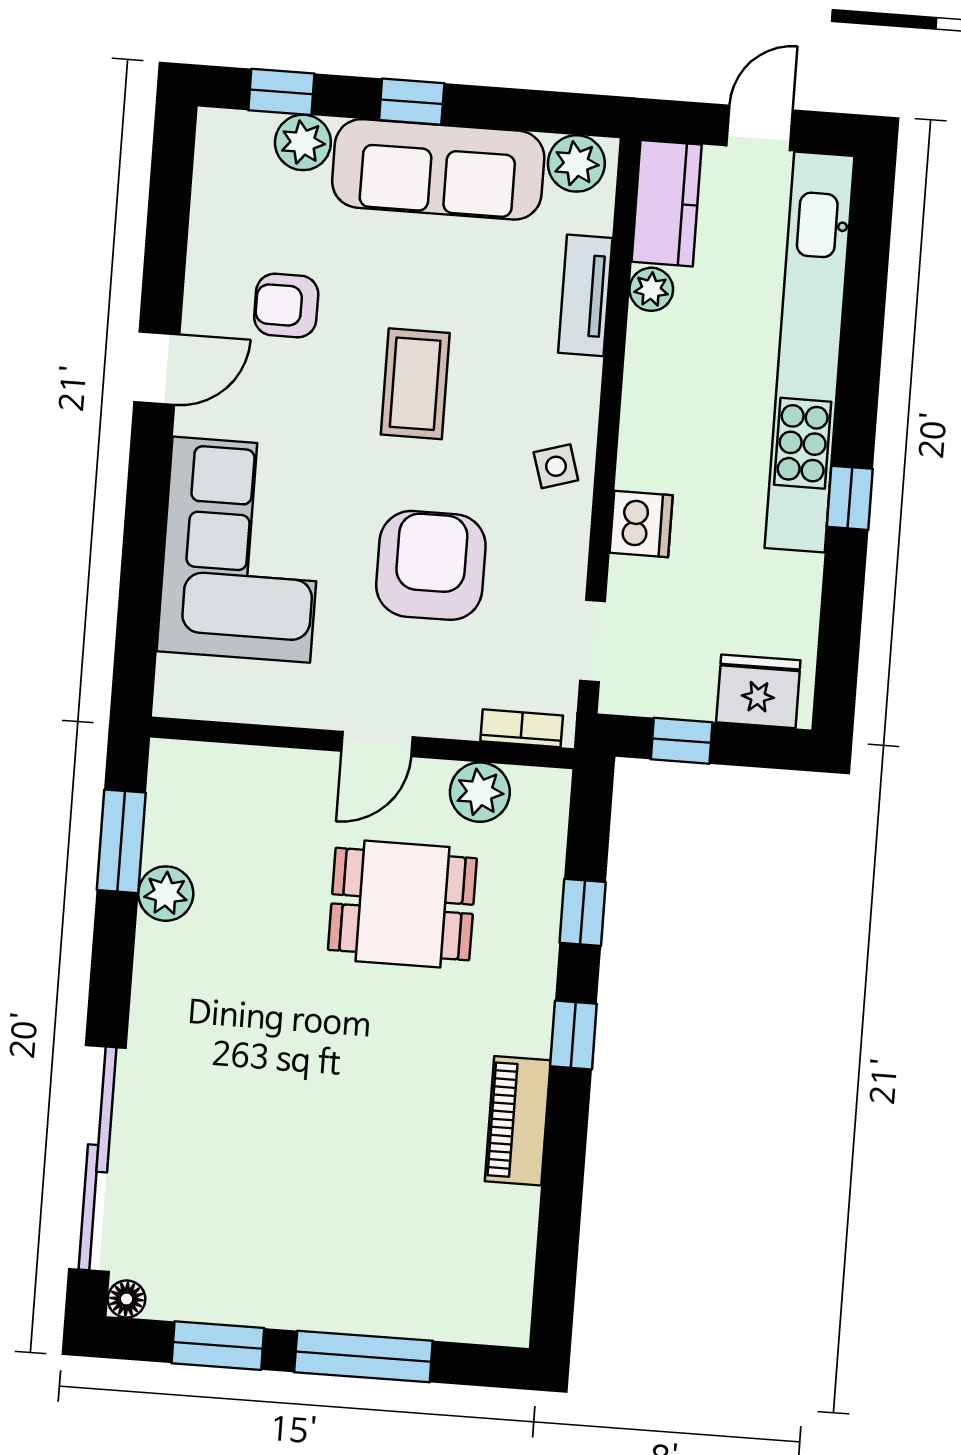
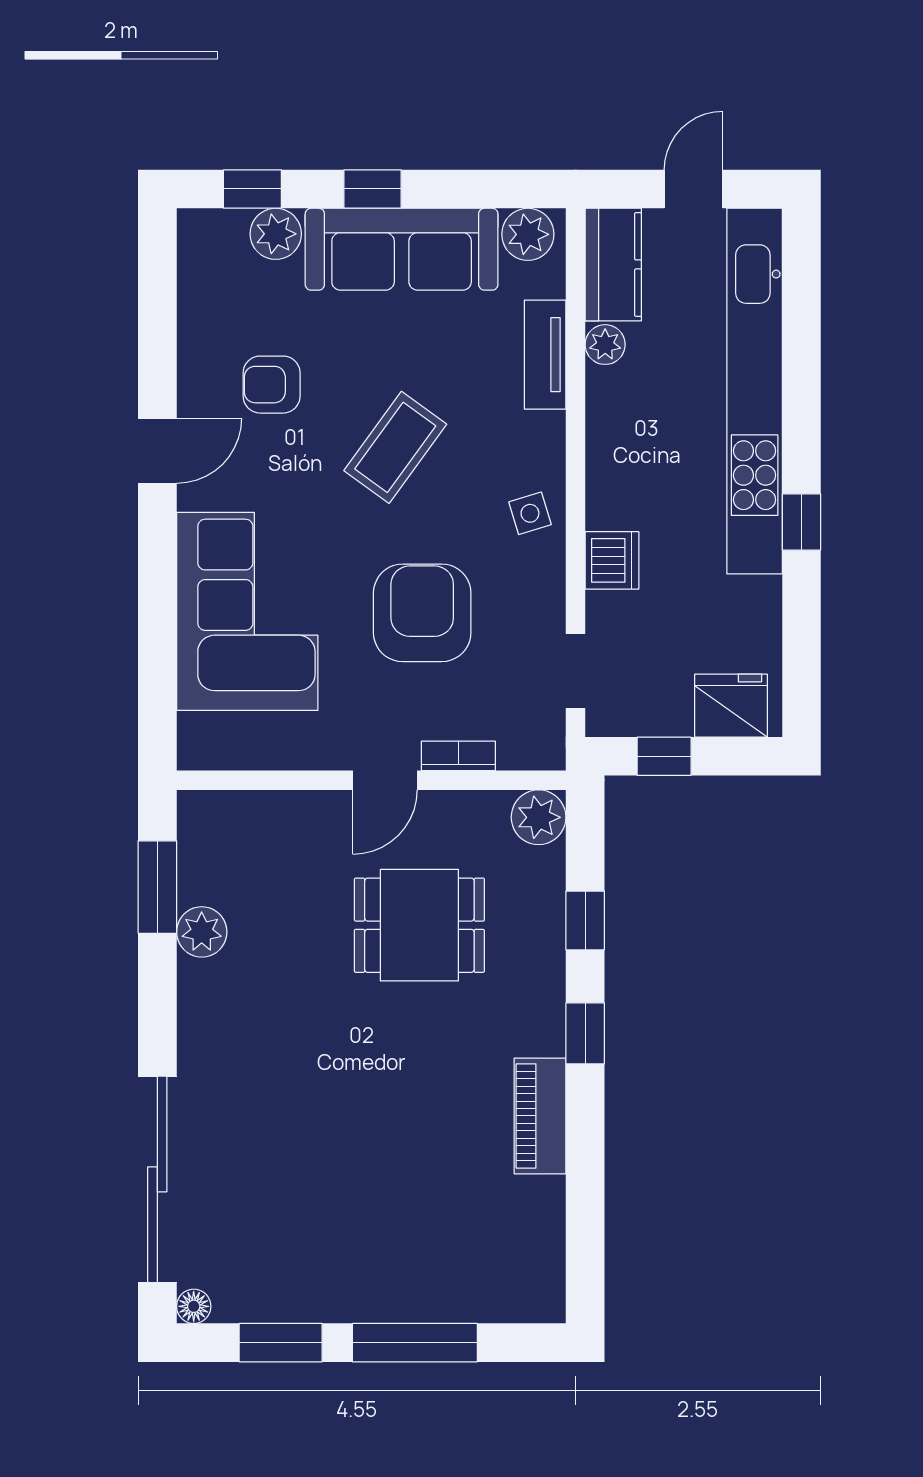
coffee table: (415, 384) -> (395, 447), turned 36
bookcase: (522, 728) -> (458, 756), moved
plant: (480, 792) -> (539, 817), moved

